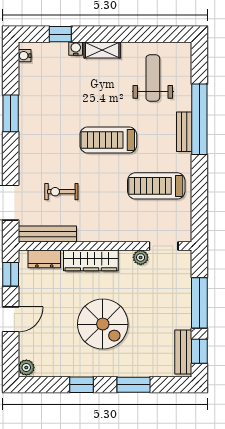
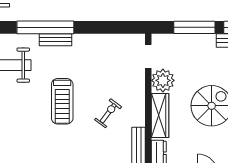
treadmill: (156, 186) -> (99, 62), removed
exercise bike: (61, 192) -> (108, 113), moved, turned -143
plant: (141, 257) -> (163, 80), width x1.88, depth x1.88

